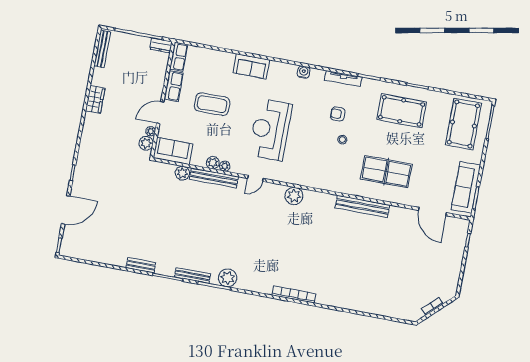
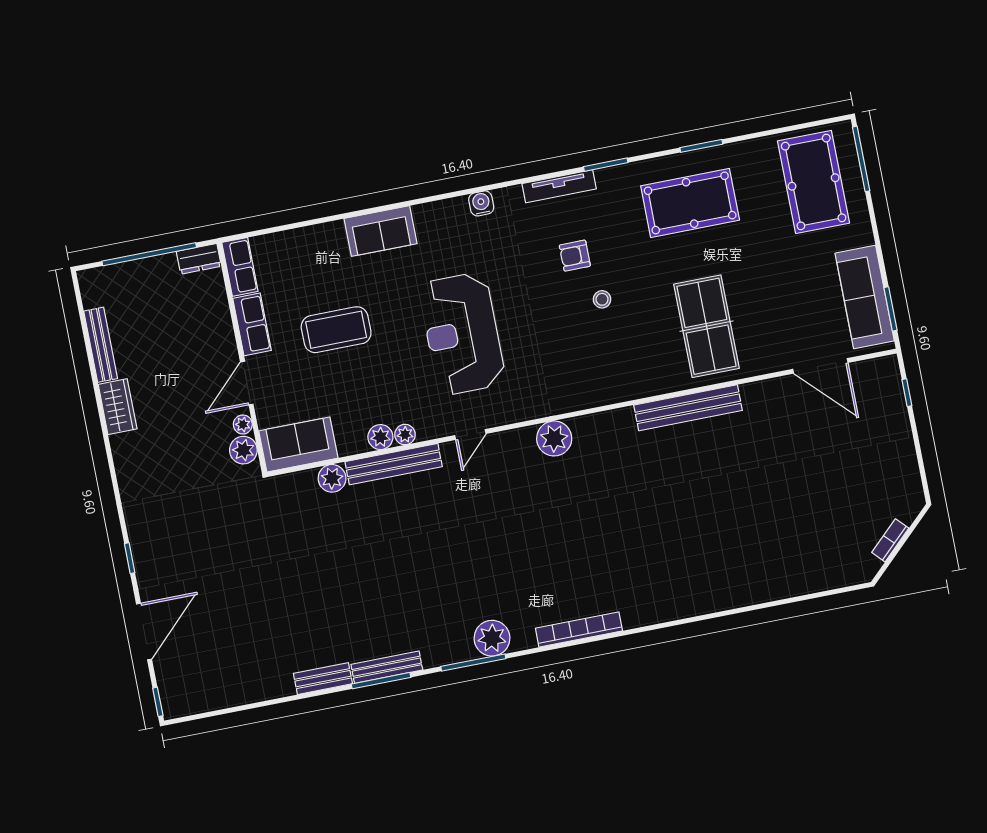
bench: (102, 49) -> (101, 345), moved
table tennis table: (386, 172) -> (706, 326), turned 90
bench: (192, 275) -> (387, 667), moved
bookcase: (294, 294) -> (579, 629), moved

